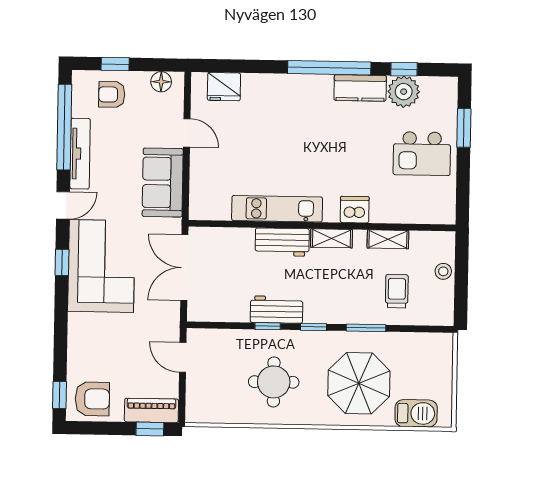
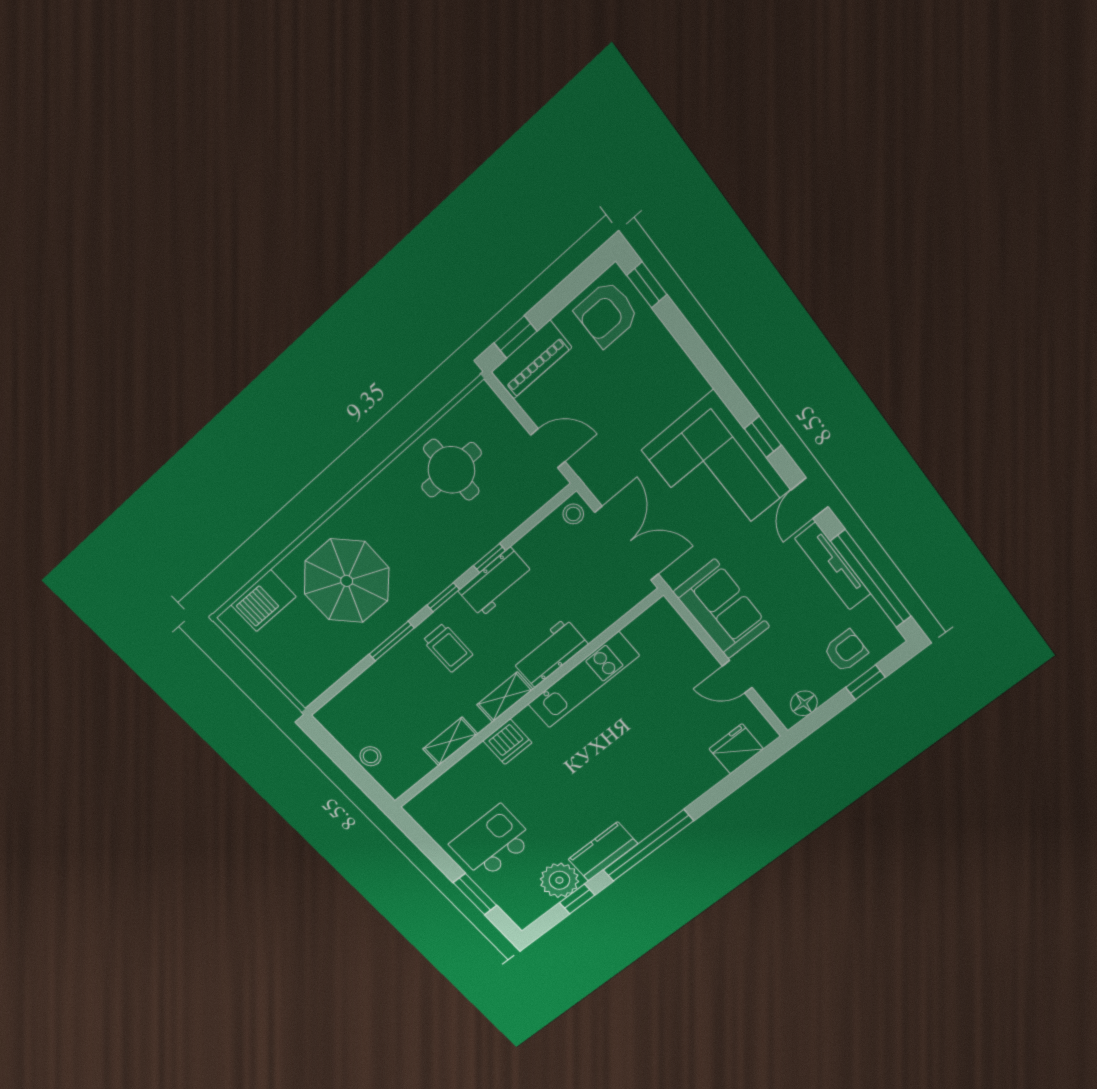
trolley: (397, 291) -> (448, 648), moved
stool: (200, 310) -> (573, 514), added
round table: (274, 382) -> (451, 470), moved

